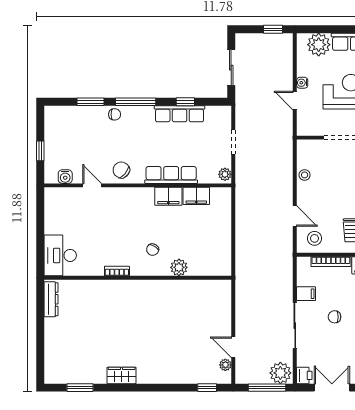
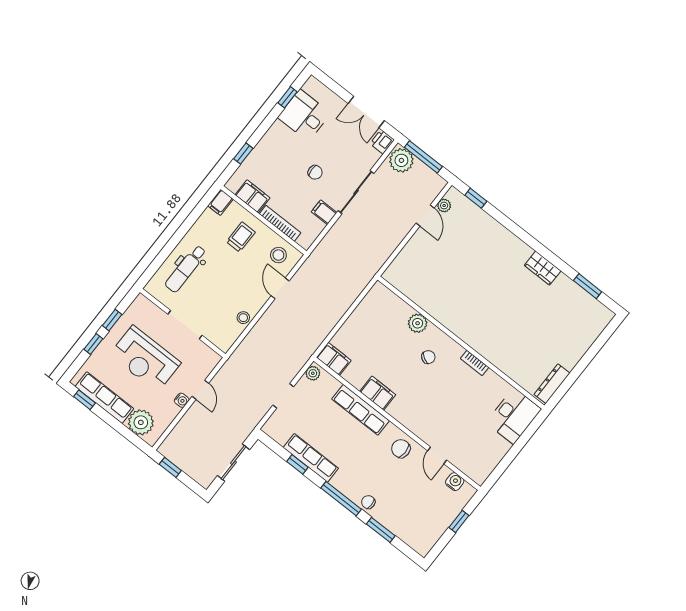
chair: (121, 170) -> (401, 449), turned 141
filing cabinet: (196, 196) -> (334, 359), moved

